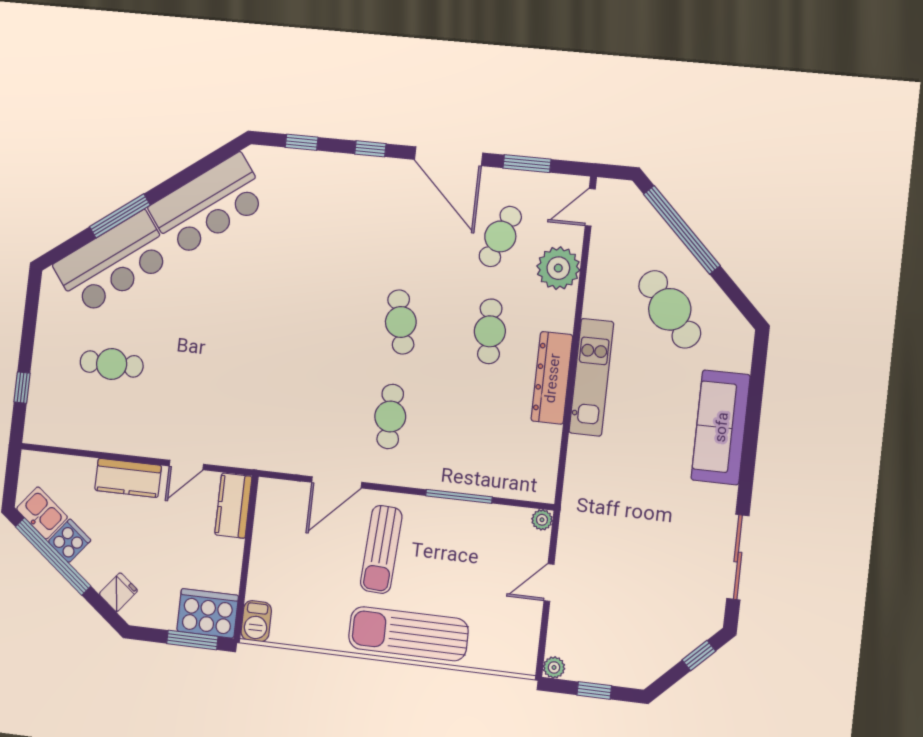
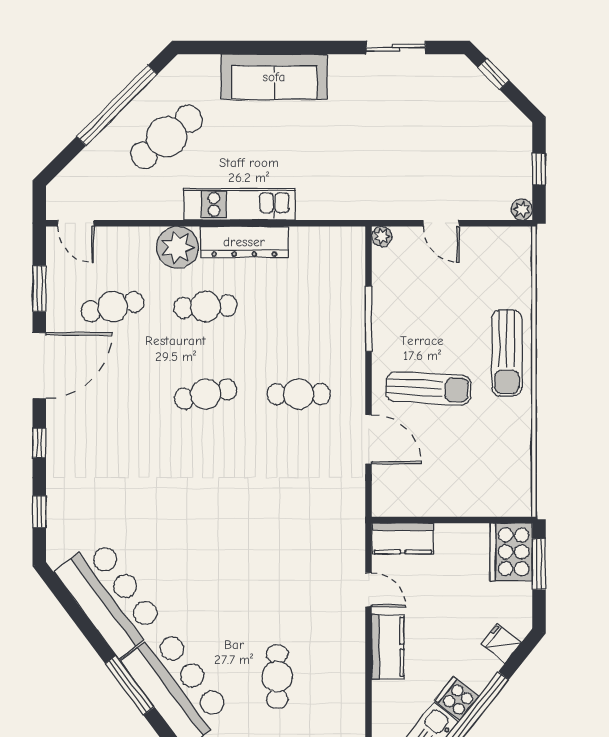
window: (682, 230) -> (117, 105), moved
cafe table: (500, 236) -> (113, 307), turned -33
plant: (558, 268) -> (177, 247), moved
sliding door: (738, 557) -> (396, 48), width x0.73
barbecue: (256, 621) -> (513, 503), removed
sun lounger: (408, 634) -> (507, 353), width x0.73, depth x0.75

